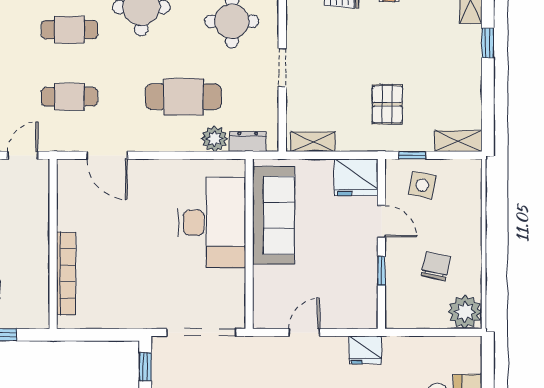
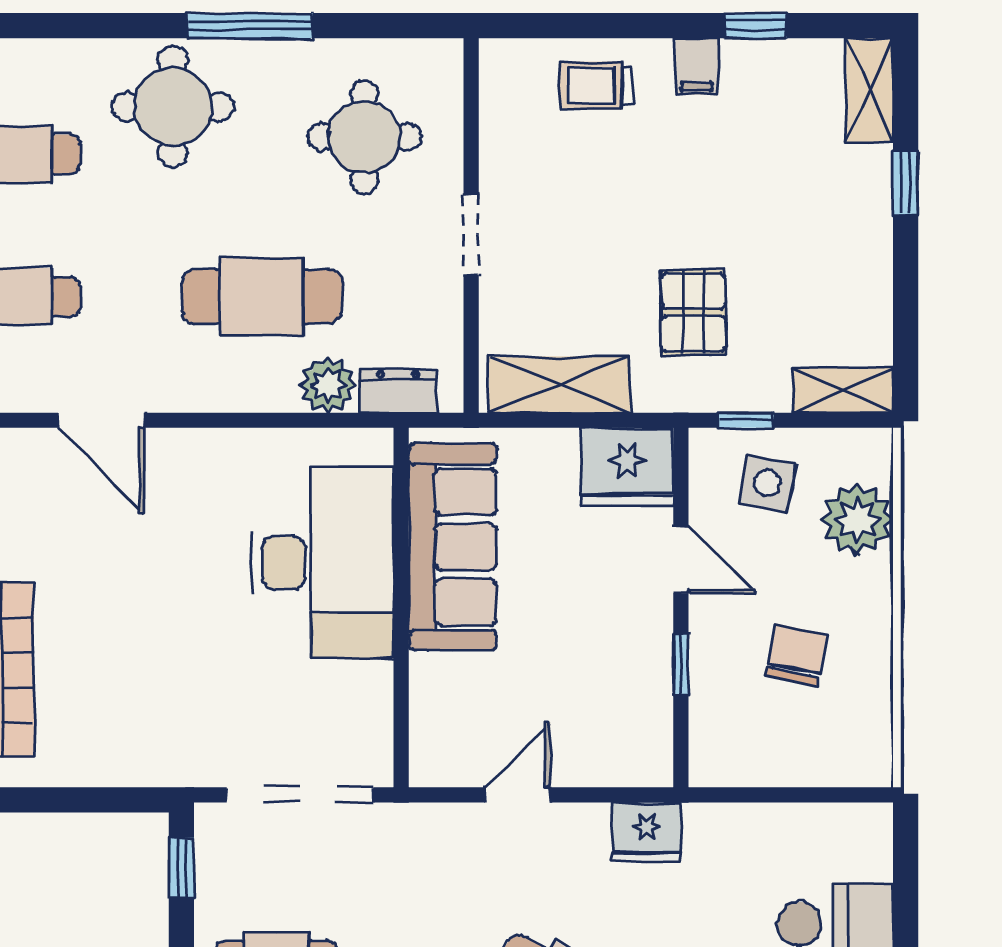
shelving: (313, 142) -> (559, 385), width x1.50, depth x1.33
plant: (465, 312) -> (857, 519), moved

